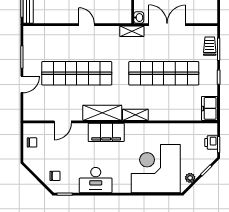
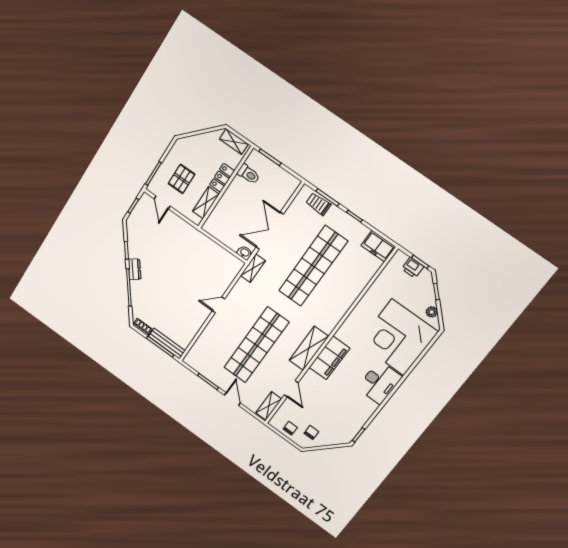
shelving: (135, 115) -> (269, 406), moved
chair: (55, 176) -> (311, 432), moved
desk: (96, 180) -> (379, 382), moved

